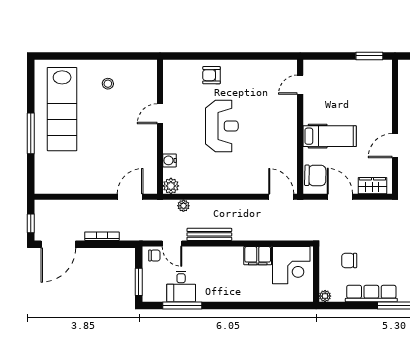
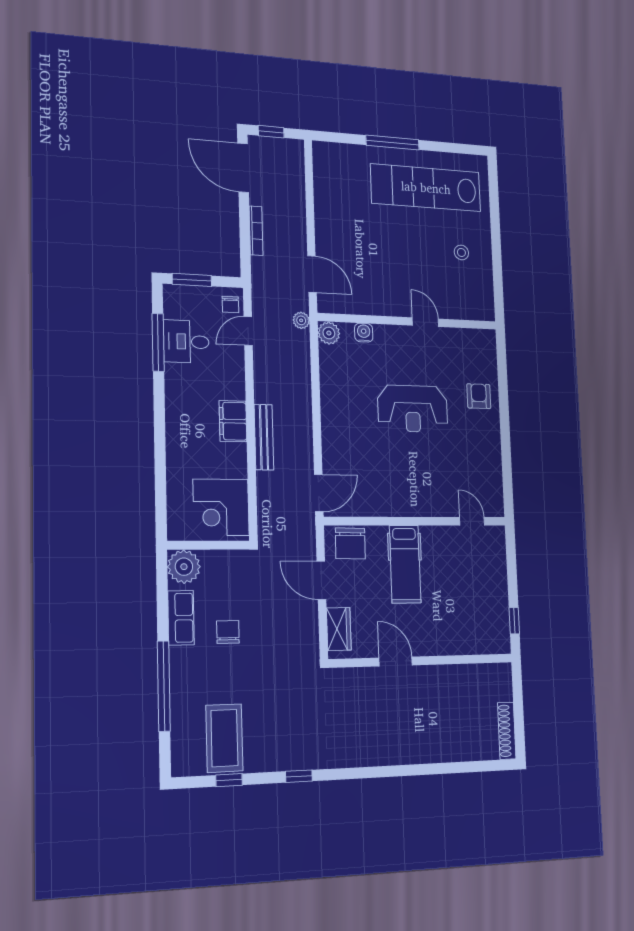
window: (369, 56) -> (514, 621), width x0.67
door: (340, 197) -> (321, 580), swing flipped
plant: (183, 206) -> (301, 320), moved
bench: (209, 234) -> (264, 437), moved
filing cabinet: (258, 256) -> (233, 421), moved
chair: (349, 260) -> (228, 632), moved
row of seats: (371, 294) -> (181, 618), width x0.68
plant: (325, 296) -> (184, 567), width x1.88, depth x1.88

